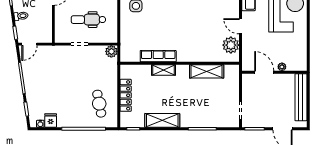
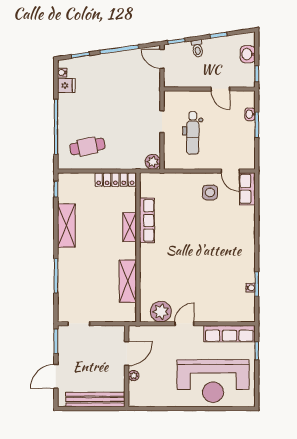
dental chair: (88, 20) -> (193, 133), turned 180
locker: (126, 95) -> (115, 180), moved

